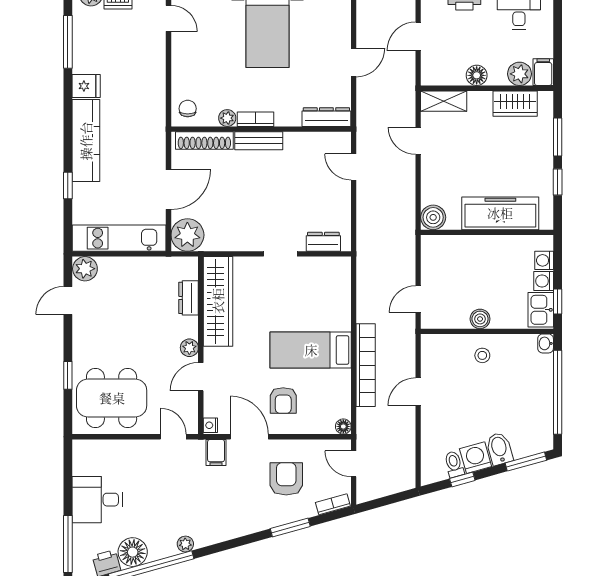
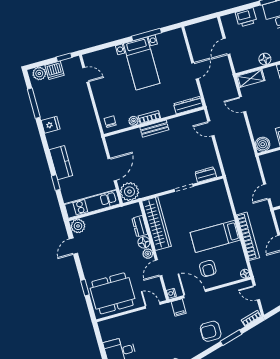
kitchen counter: (86, 141) -> (61, 163), width x0.67
shoe rack: (204, 141) -> (124, 137), removed
floor lamp: (188, 327) -> (144, 242), added
armchair: (286, 479) -> (211, 331), moved, turned -90

